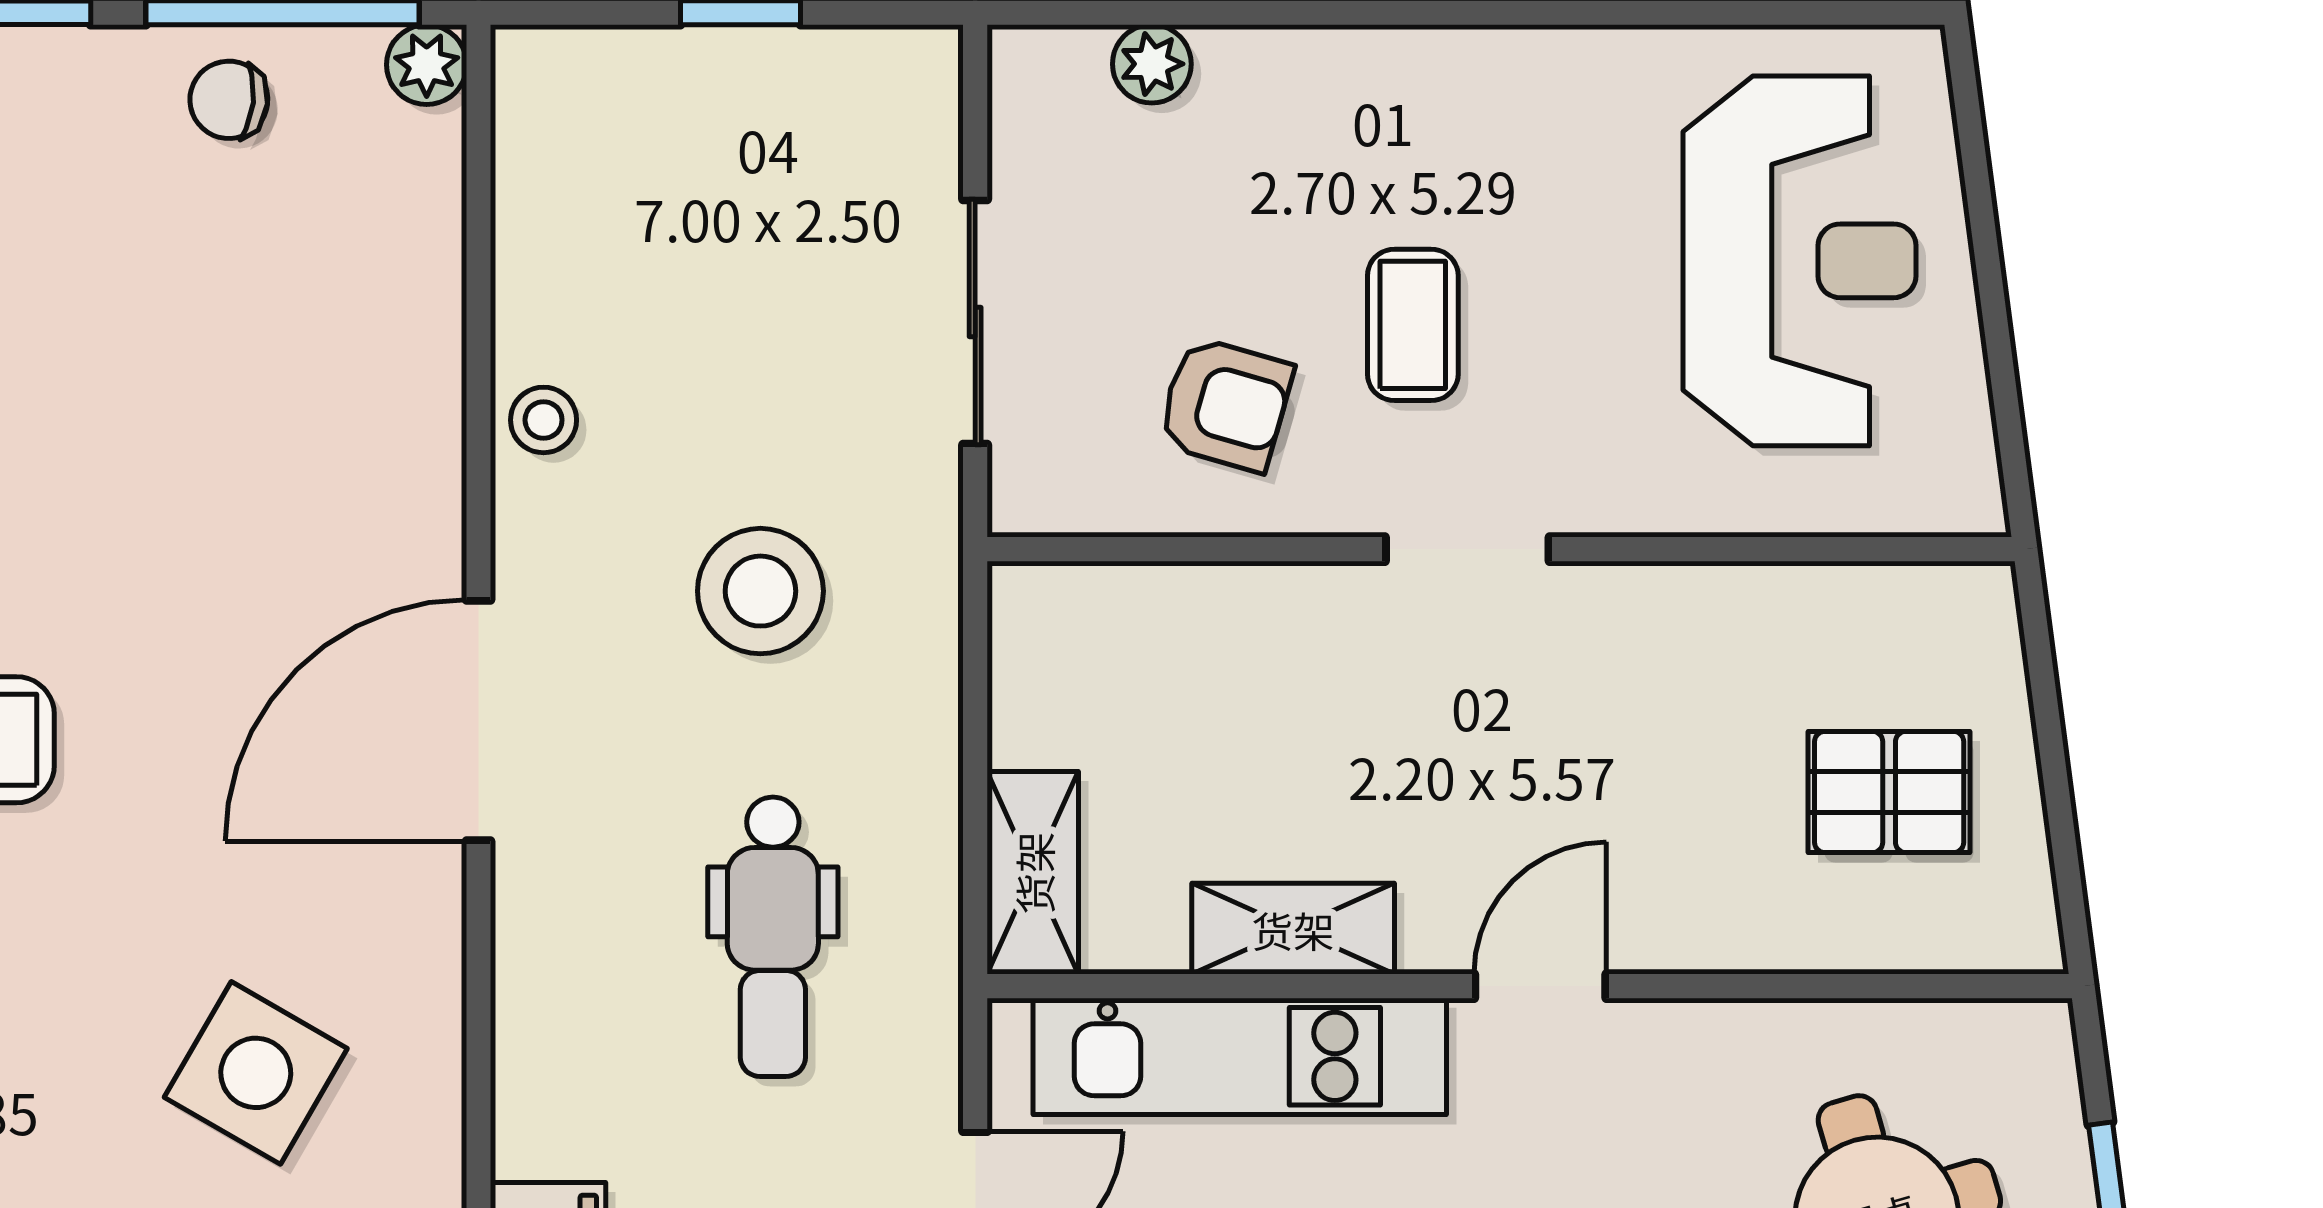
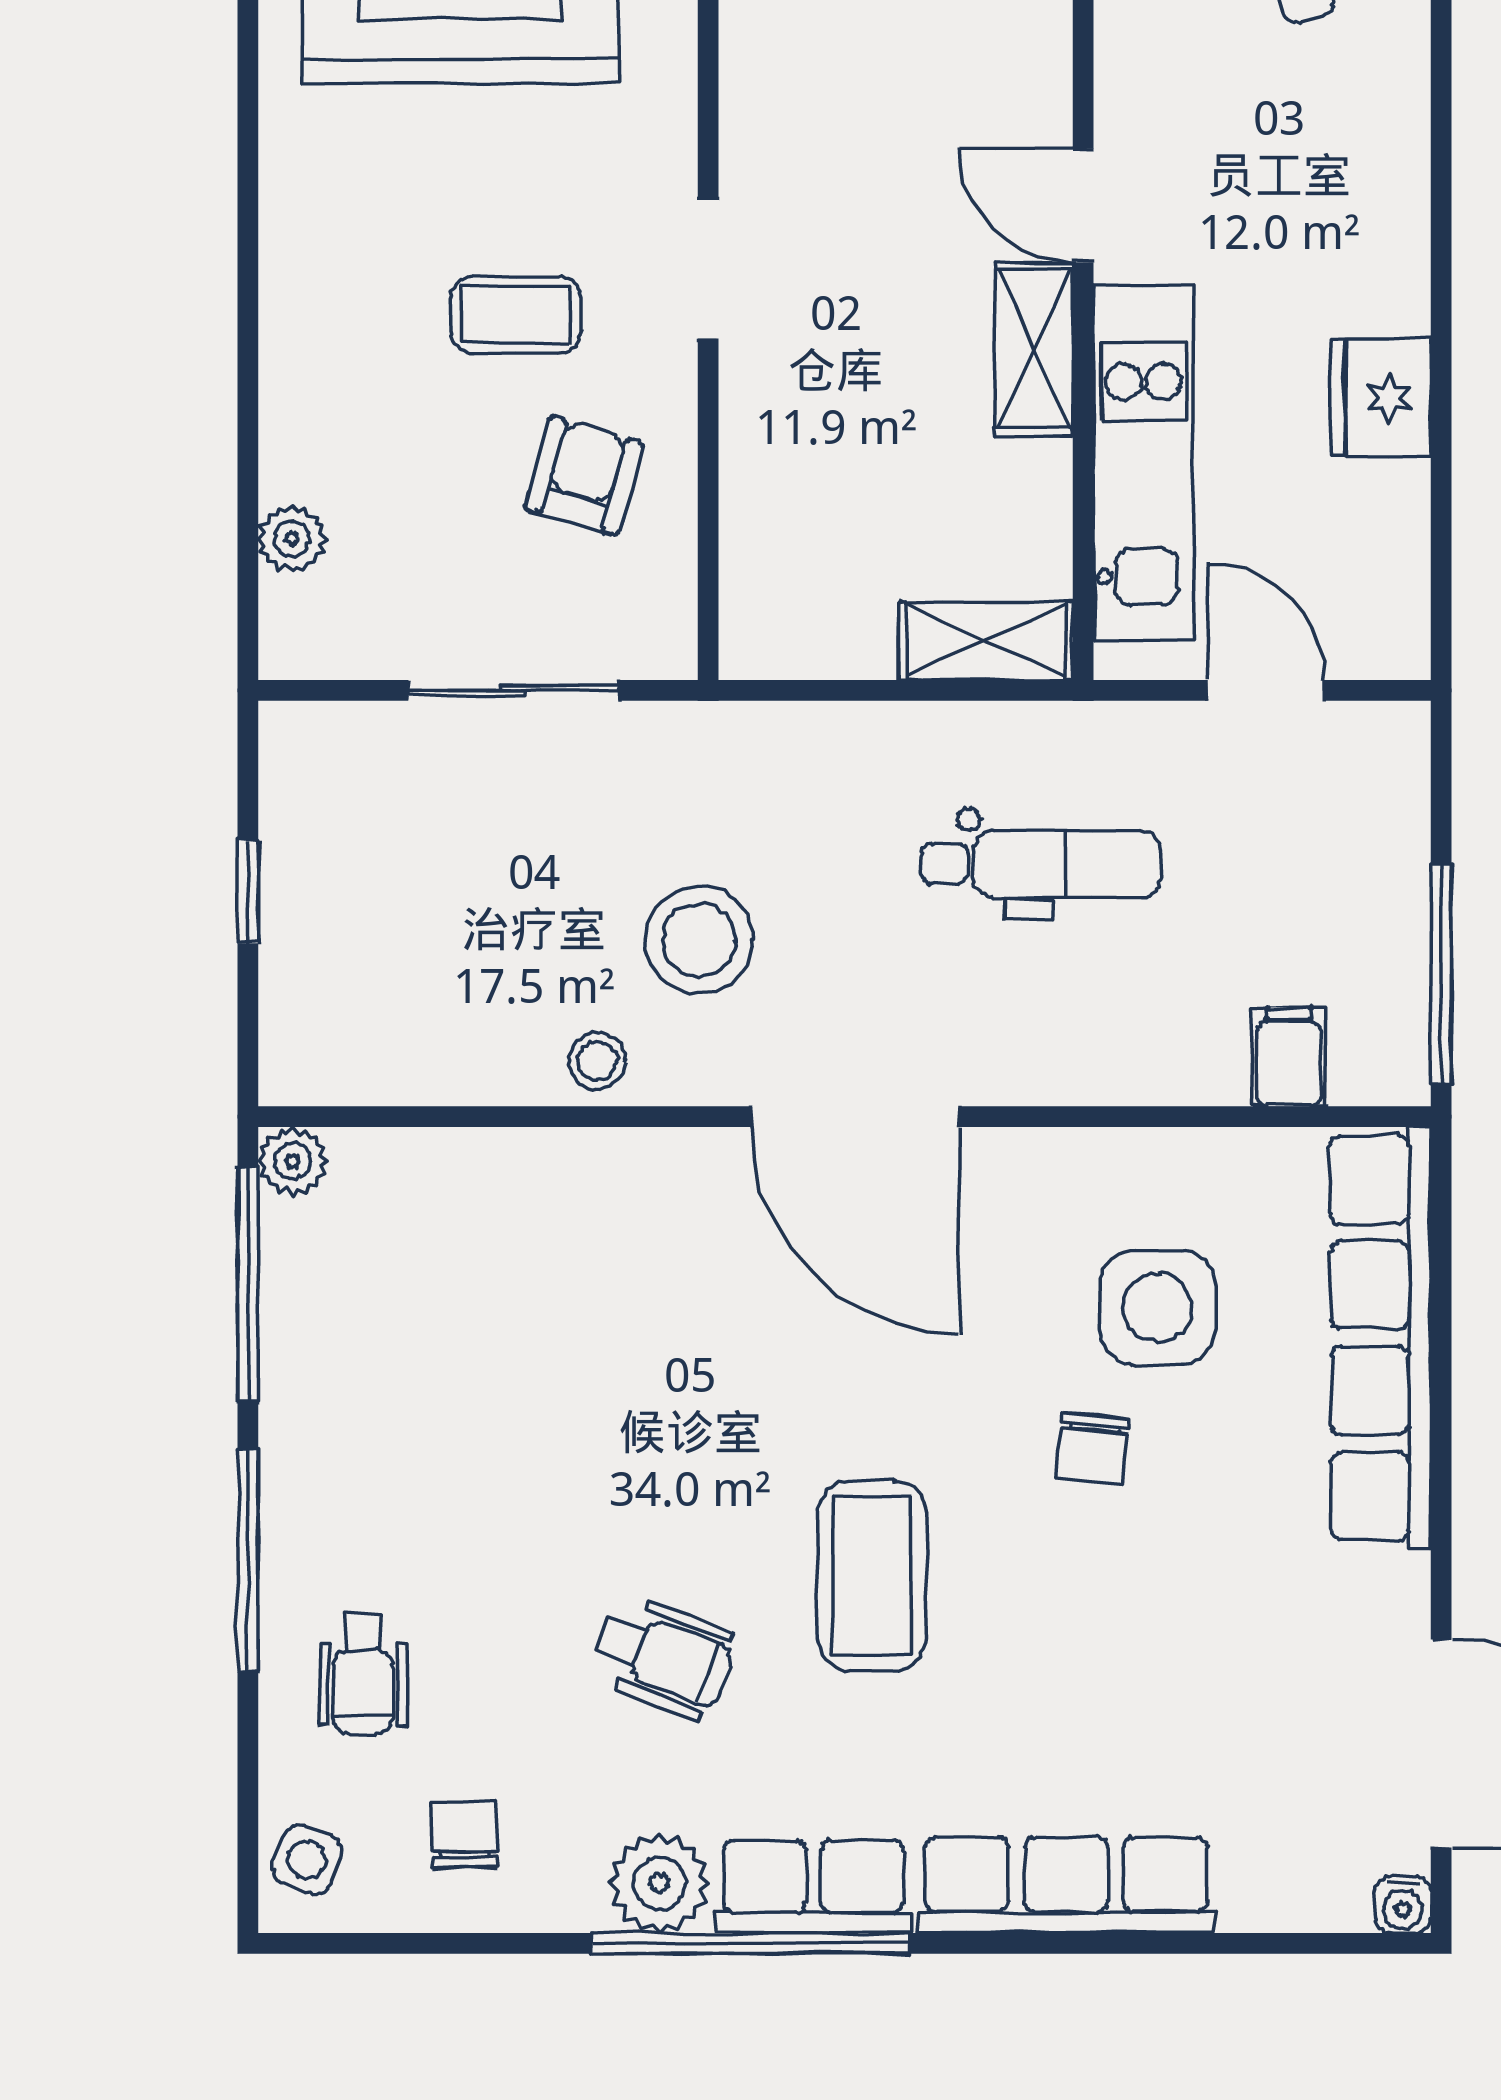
chair: (229, 100) -> (1093, 1448), moved
stool: (760, 591) -> (699, 940), moved
shelving: (1293, 929) -> (1034, 349), moved
side table: (256, 1073) -> (1158, 1308), turned -30

